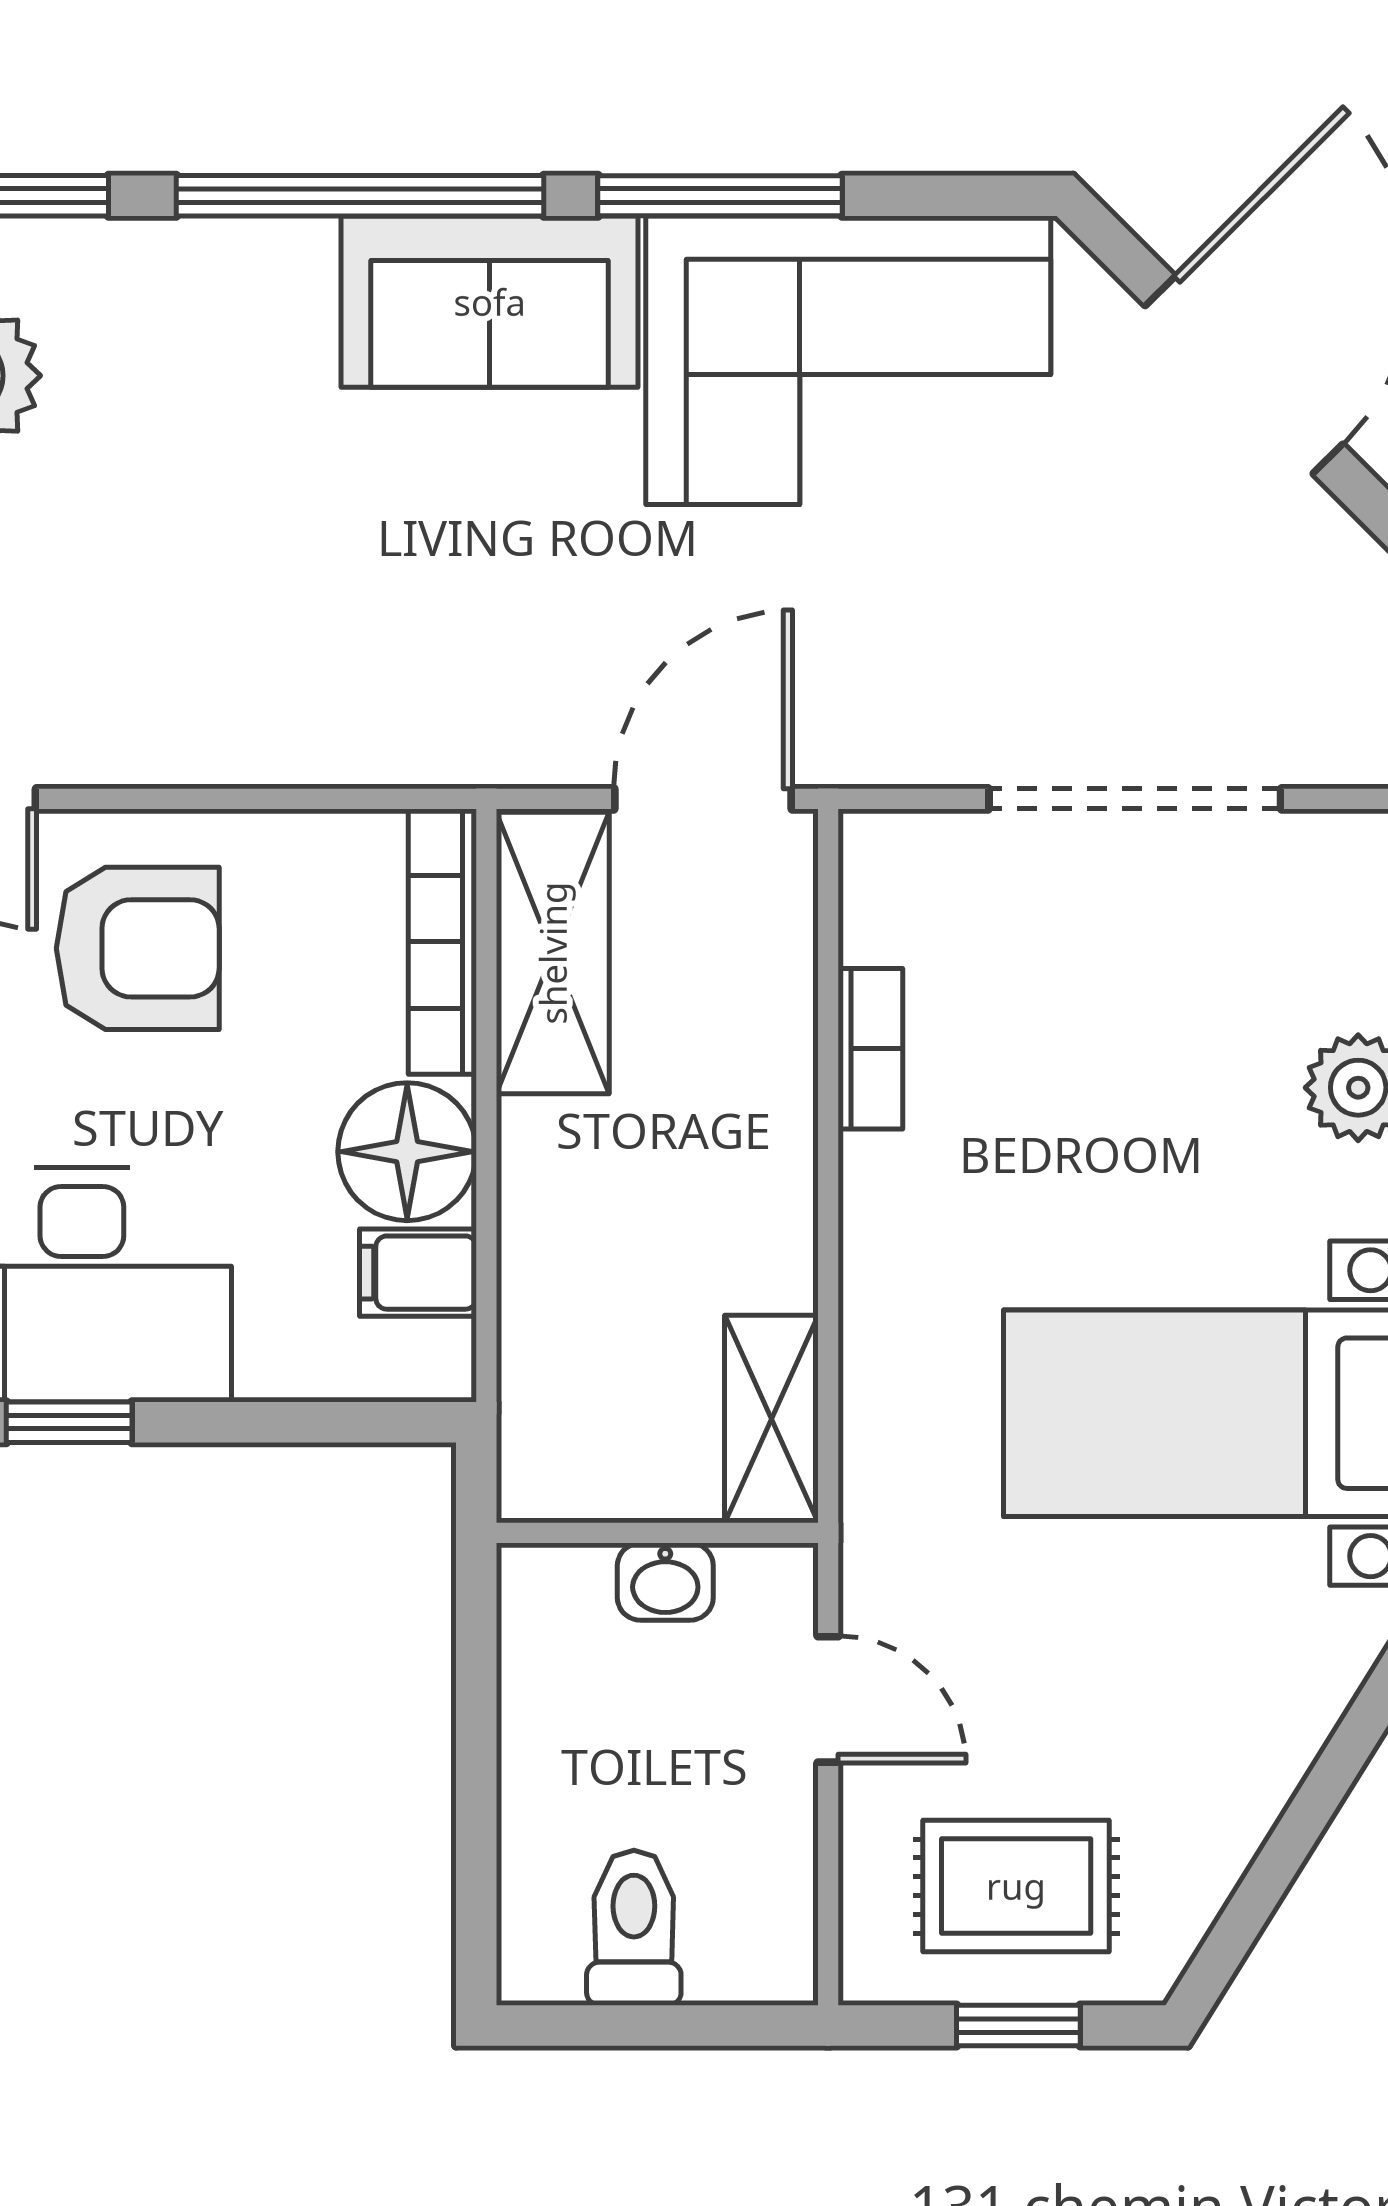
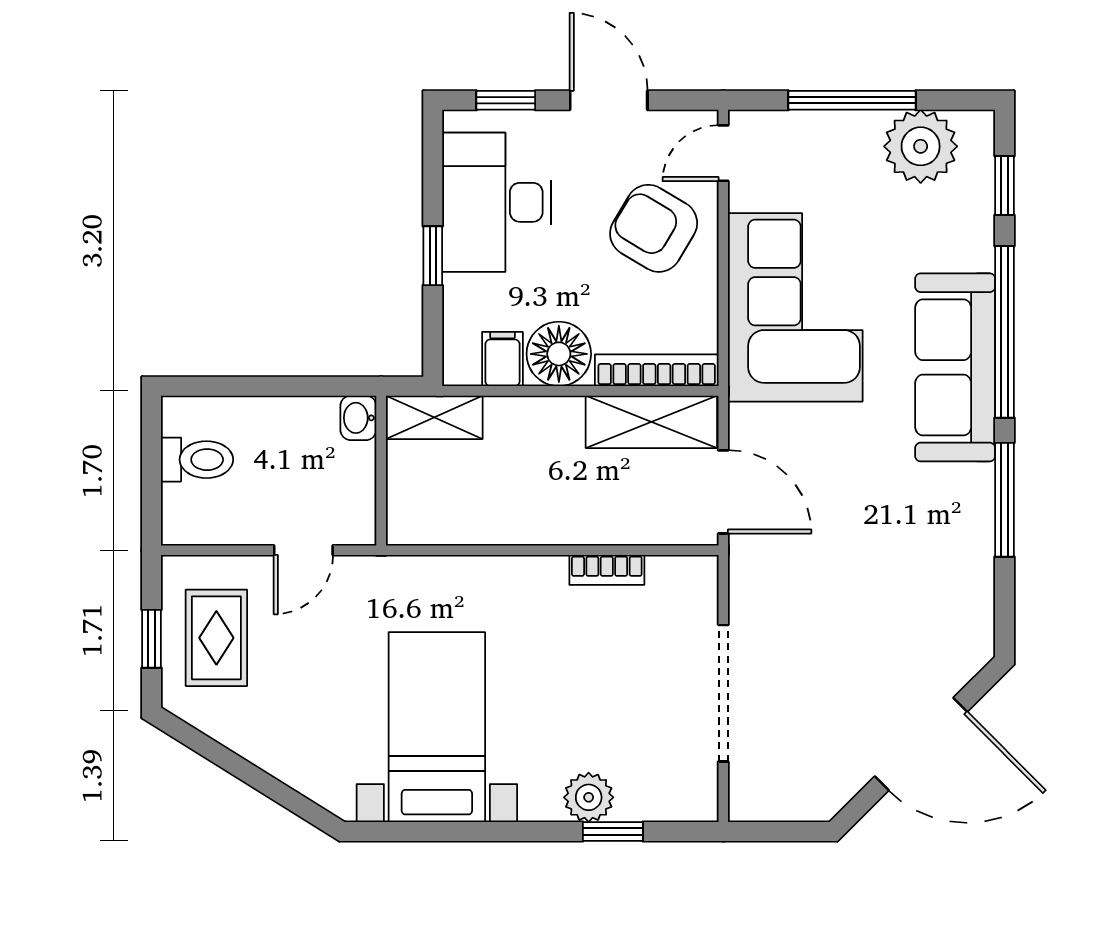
sofa: (490, 302) -> (955, 367), width x1.36
corner sofa: (848, 360) -> (795, 307), moved, turned 180
armchair: (138, 948) -> (654, 228), turned 121
shelving: (771, 1419) -> (434, 417), moved
window: (69, 1422) -> (433, 256), moved
washbasin: (665, 1582) -> (358, 418), moved

